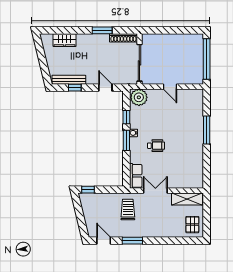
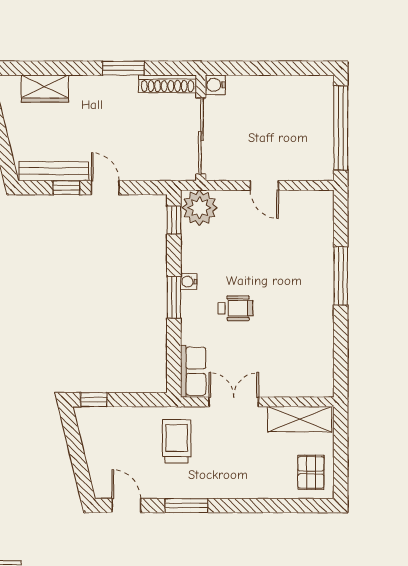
water cooler: (146, 38) -> (215, 85), added
door: (105, 88) -> (105, 188), moved
window: (126, 117) -> (174, 220), moved

